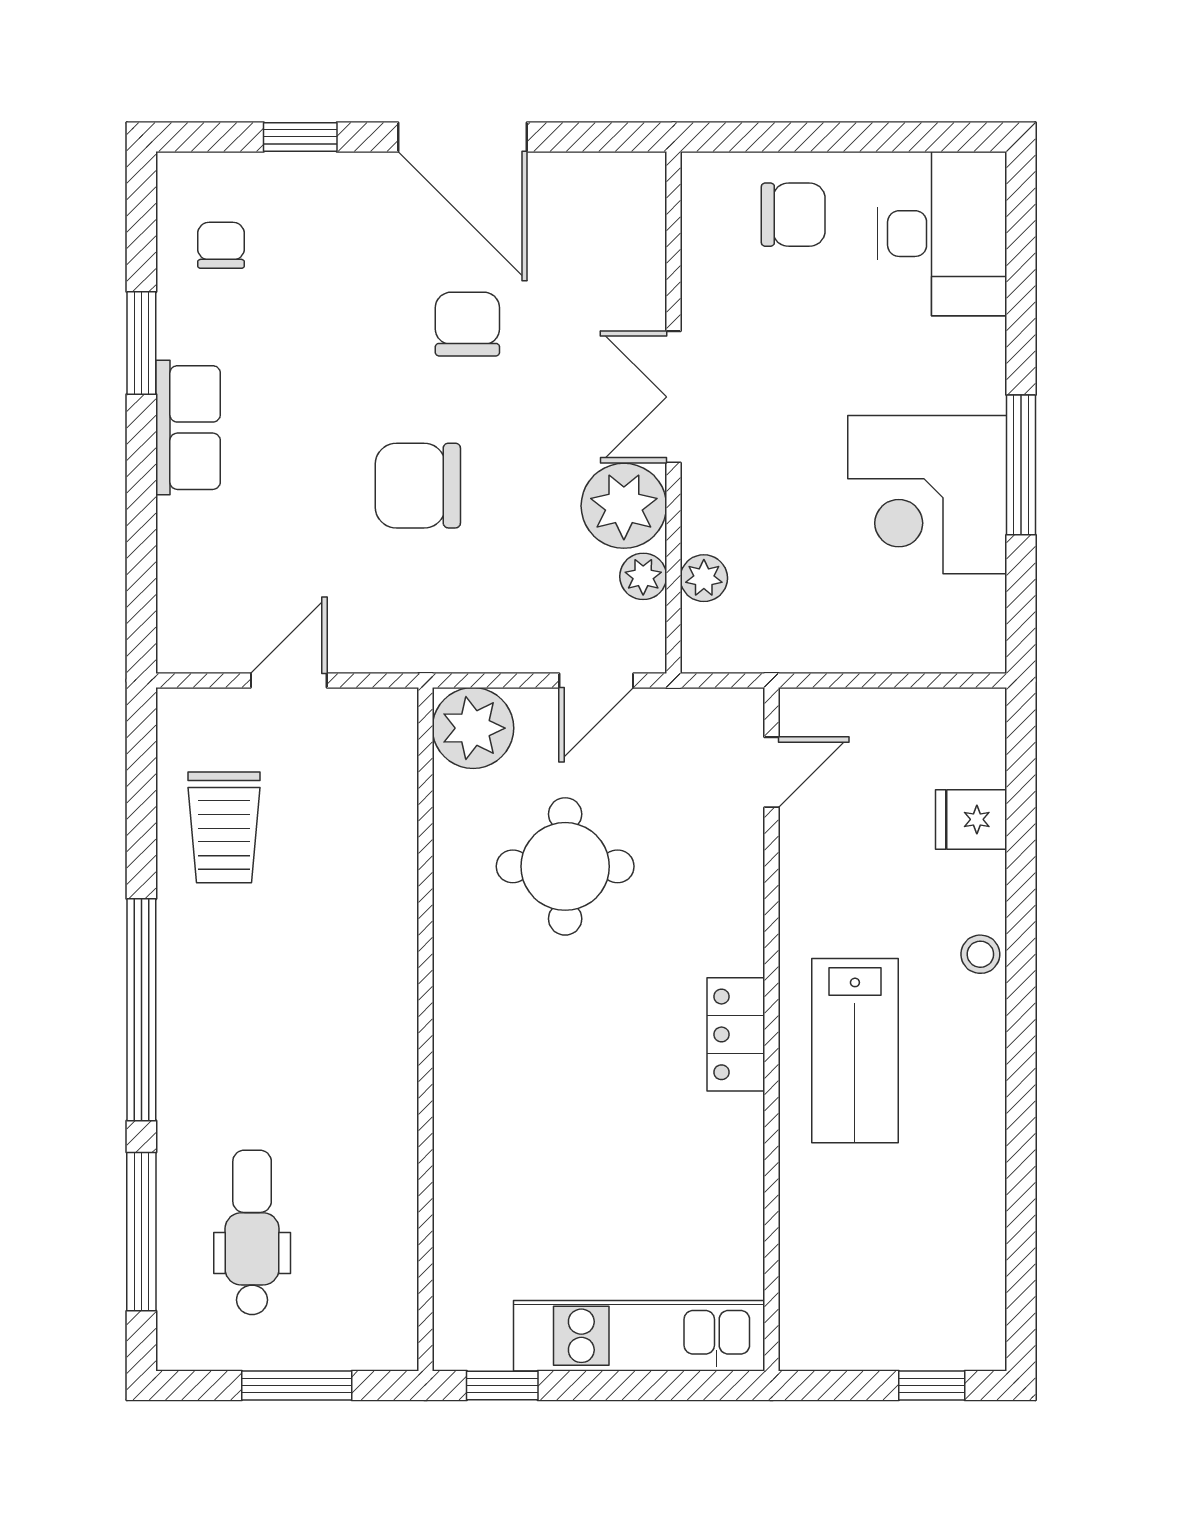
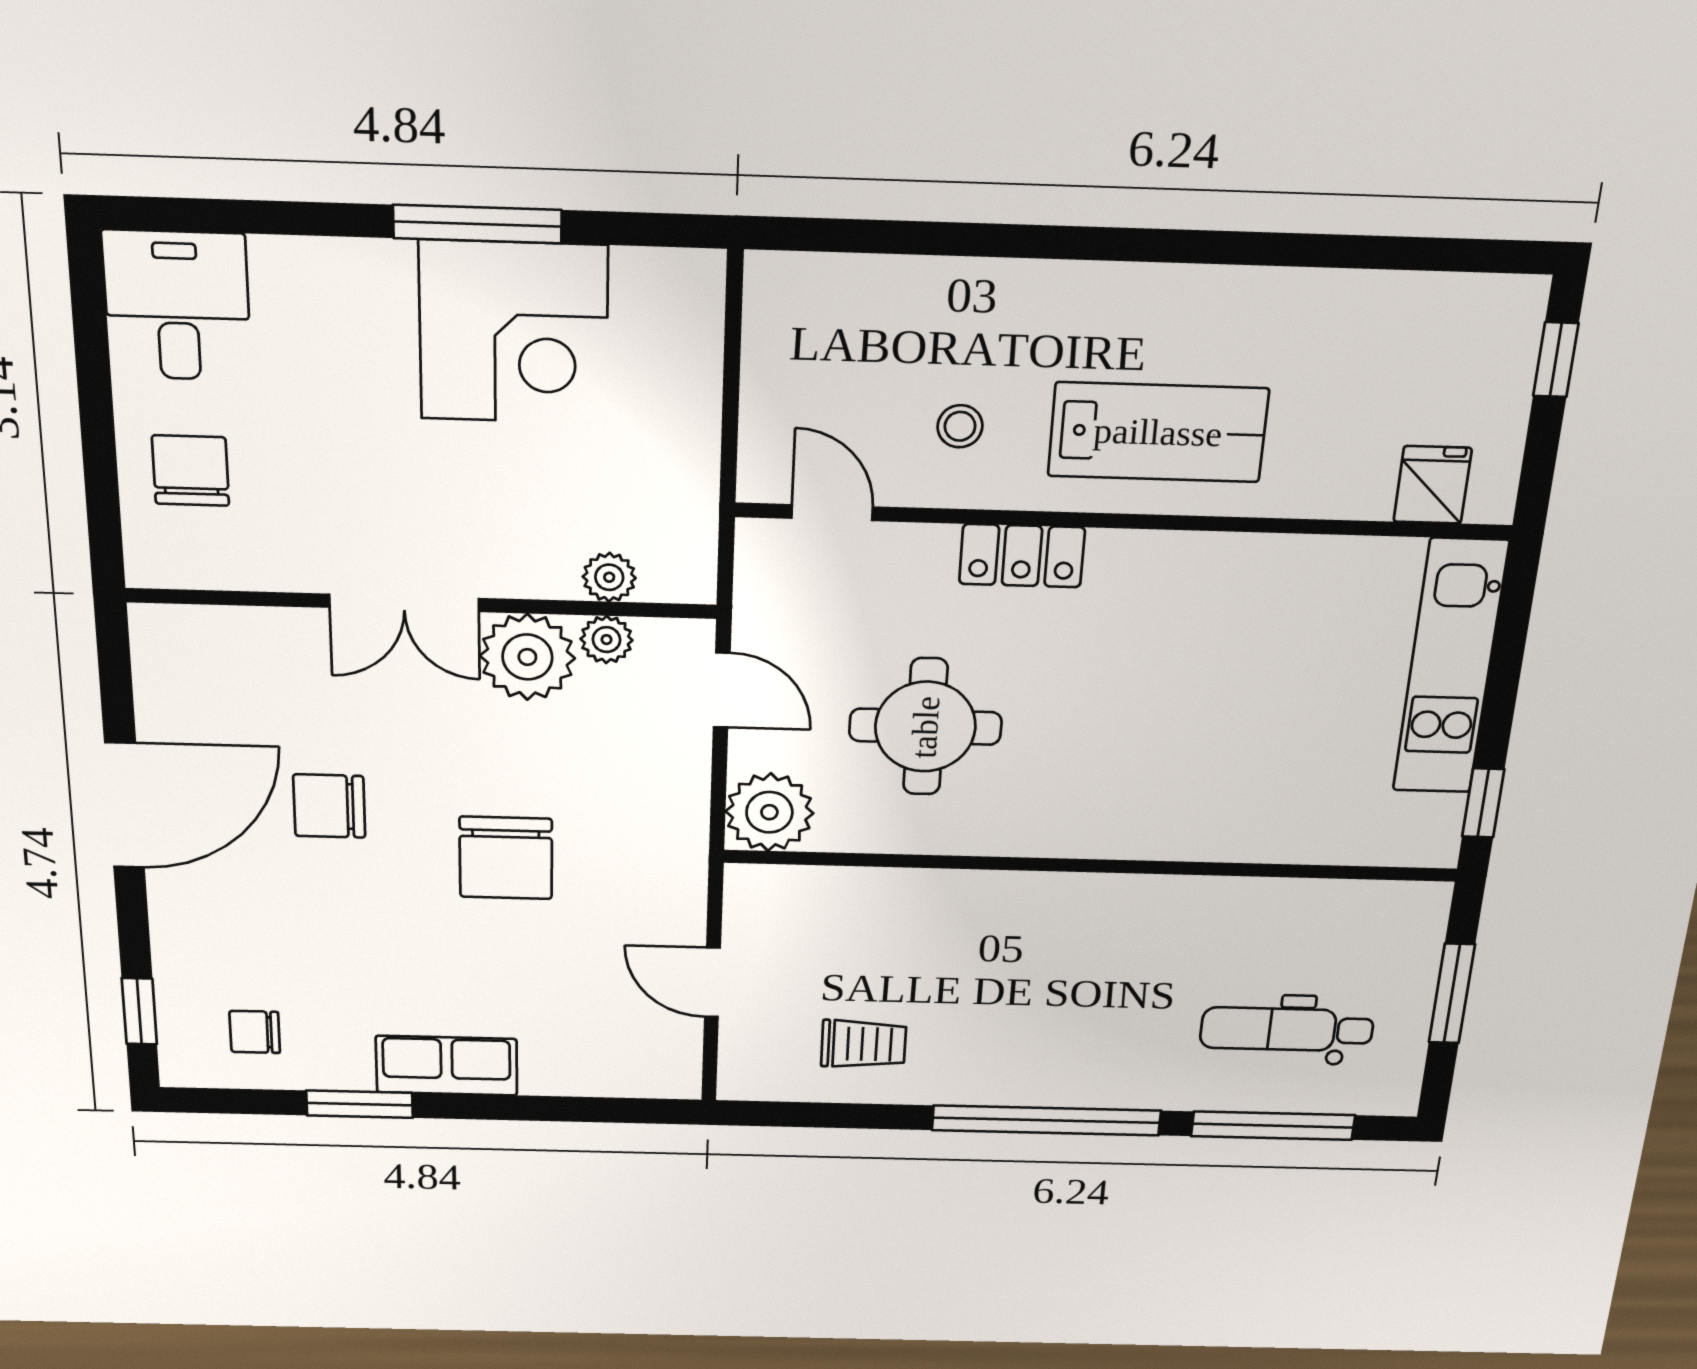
window: (300, 137) -> (139, 1011), moved
desk: (942, 234) -> (177, 306), width x0.73
fridge: (971, 819) -> (1433, 485), moved, turned 180
trolley: (224, 827) -> (864, 1044), width x0.73, depth x0.72
stool: (980, 954) -> (960, 426), moved
locker: (736, 1034) -> (1022, 556), moved

